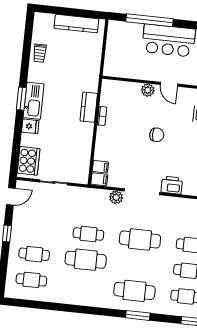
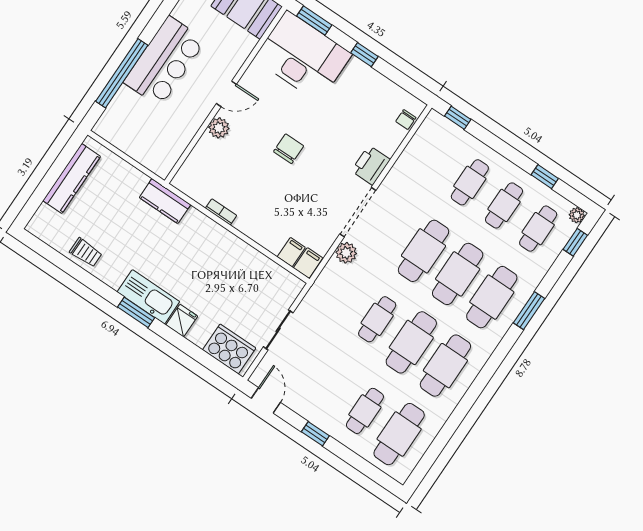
kitchen counter: (89, 107) -> (165, 201), moved
cafe table: (137, 265) -> (458, 274), added
cafe table: (31, 280) -> (399, 434), width x1.37, depth x1.35
cafe table: (83, 285) -> (445, 366), added

